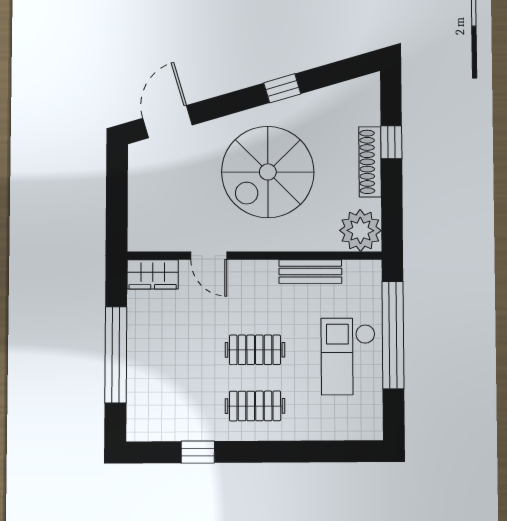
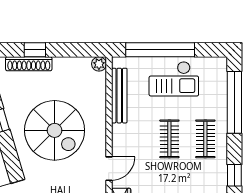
shoe rack: (370, 162) -> (29, 64), moved
plant: (360, 230) -> (99, 64), width x0.53, depth x0.53
bench: (310, 272) -> (119, 96), width x1.36
window: (312, 451) -> (234, 102), added

